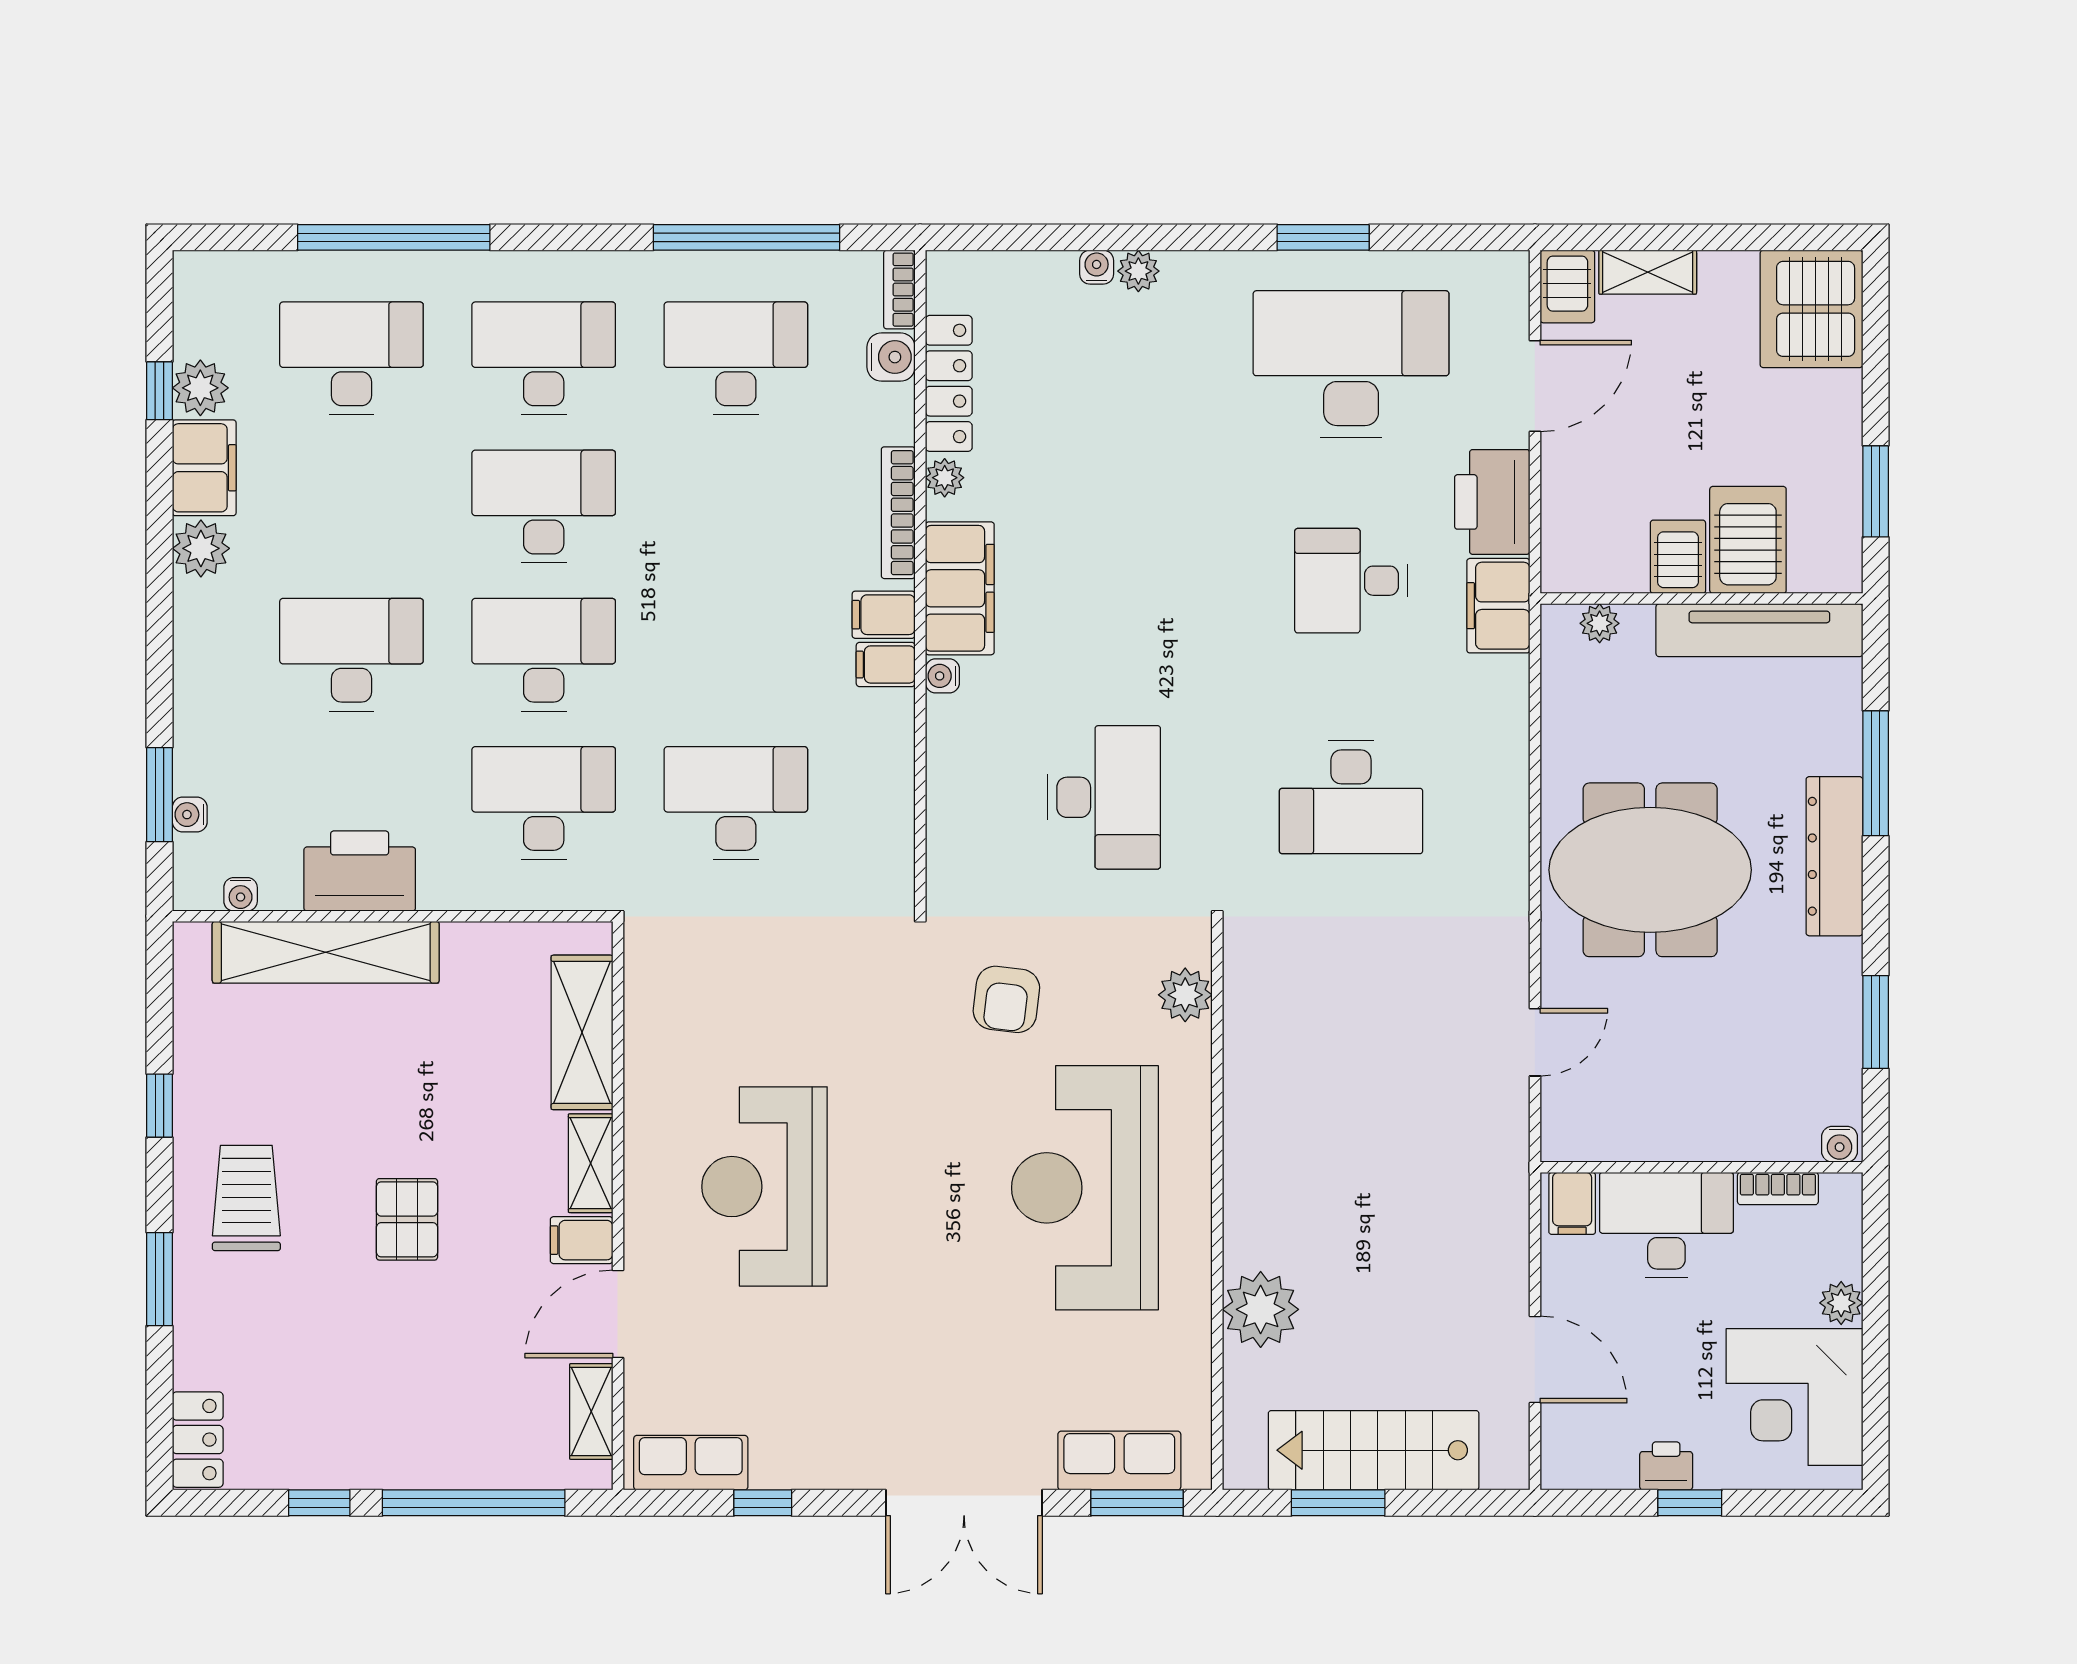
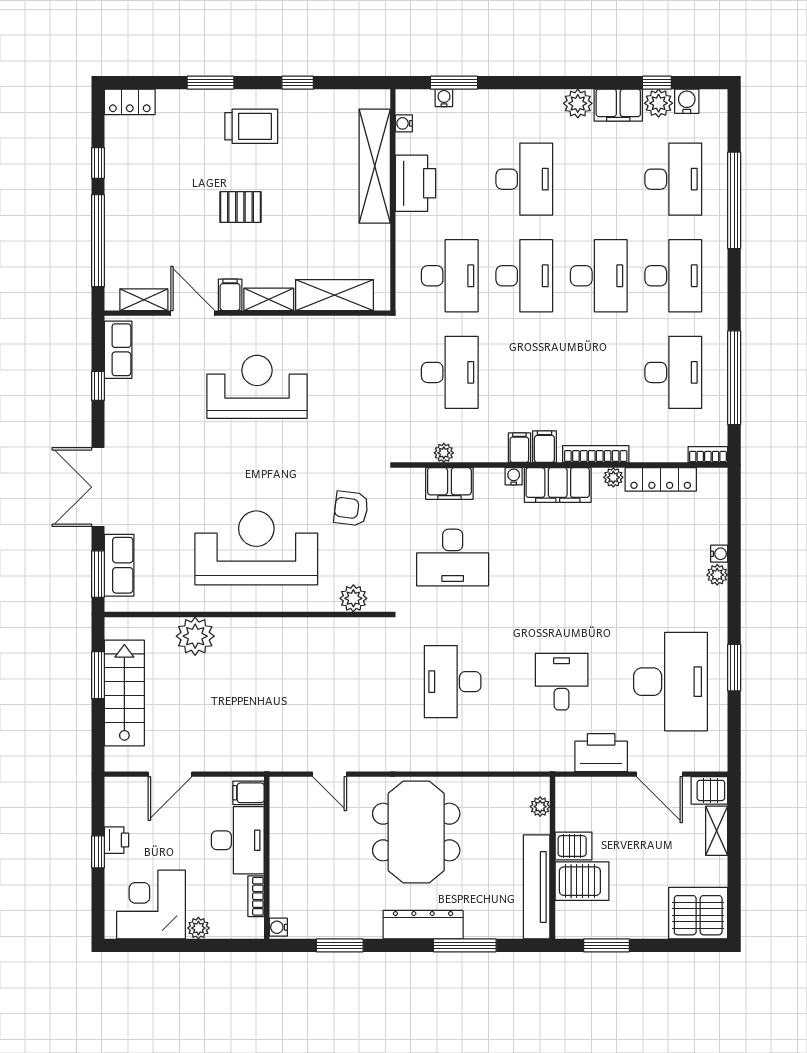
water cooler: (891, 357) -> (687, 101), moved, turned 180
filing cabinet: (1498, 606) -> (449, 483), moved, turned 180
plant: (896, 815) -> (444, 453), added

